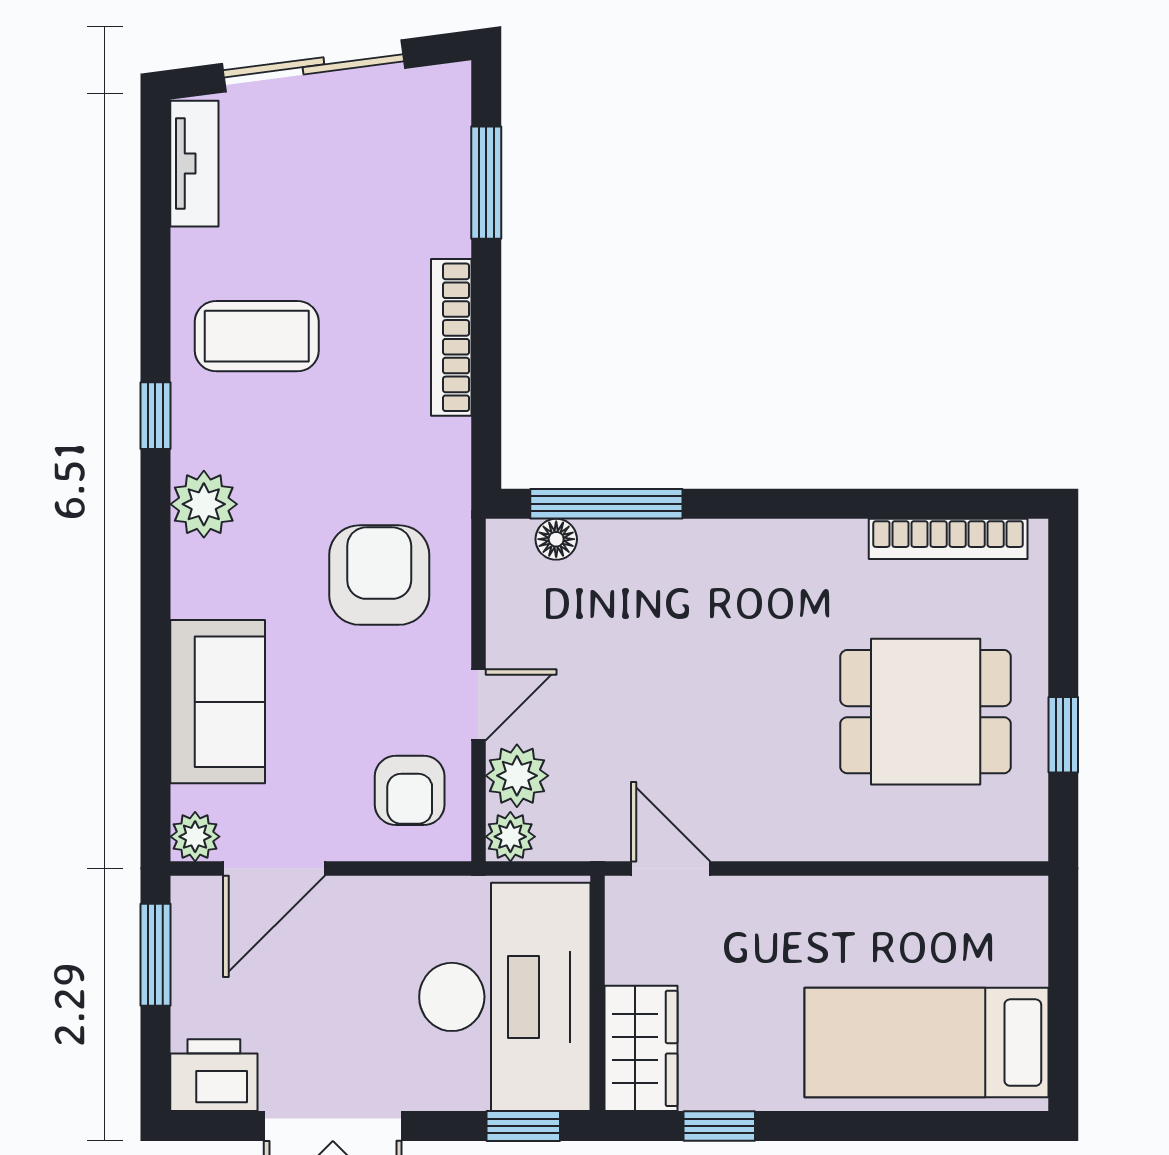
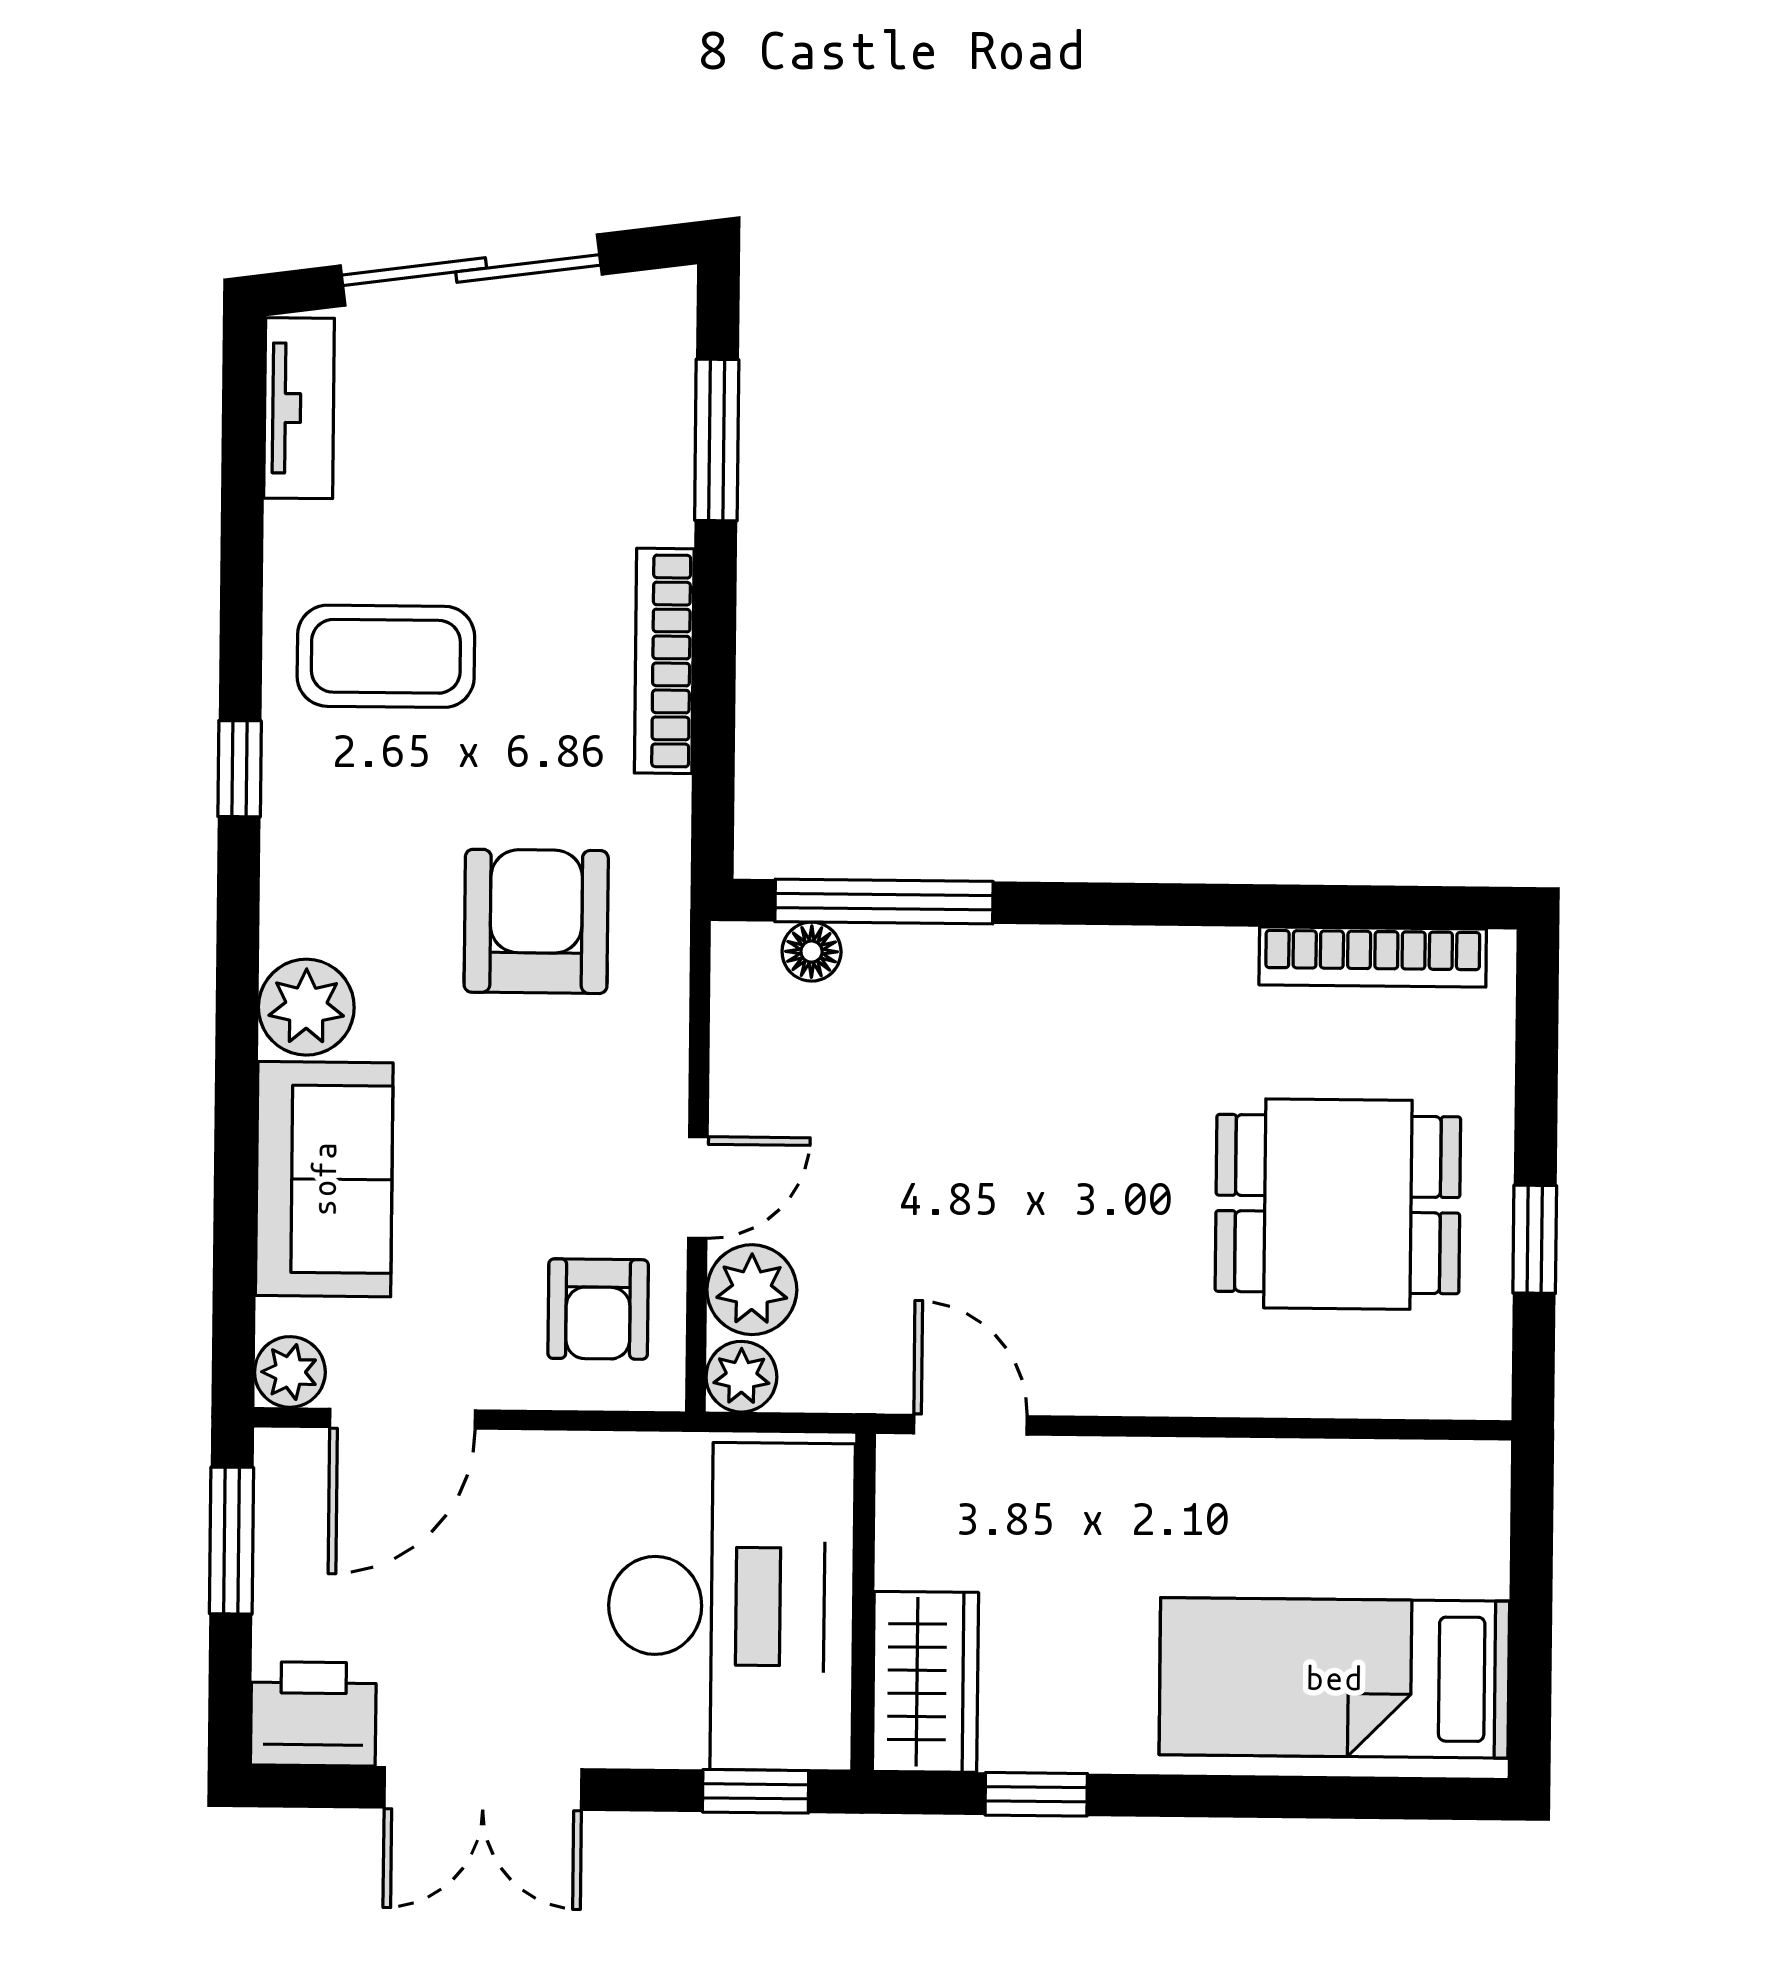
plant: (204, 504) -> (306, 1007), moved
armchair: (379, 575) -> (536, 921), moved

